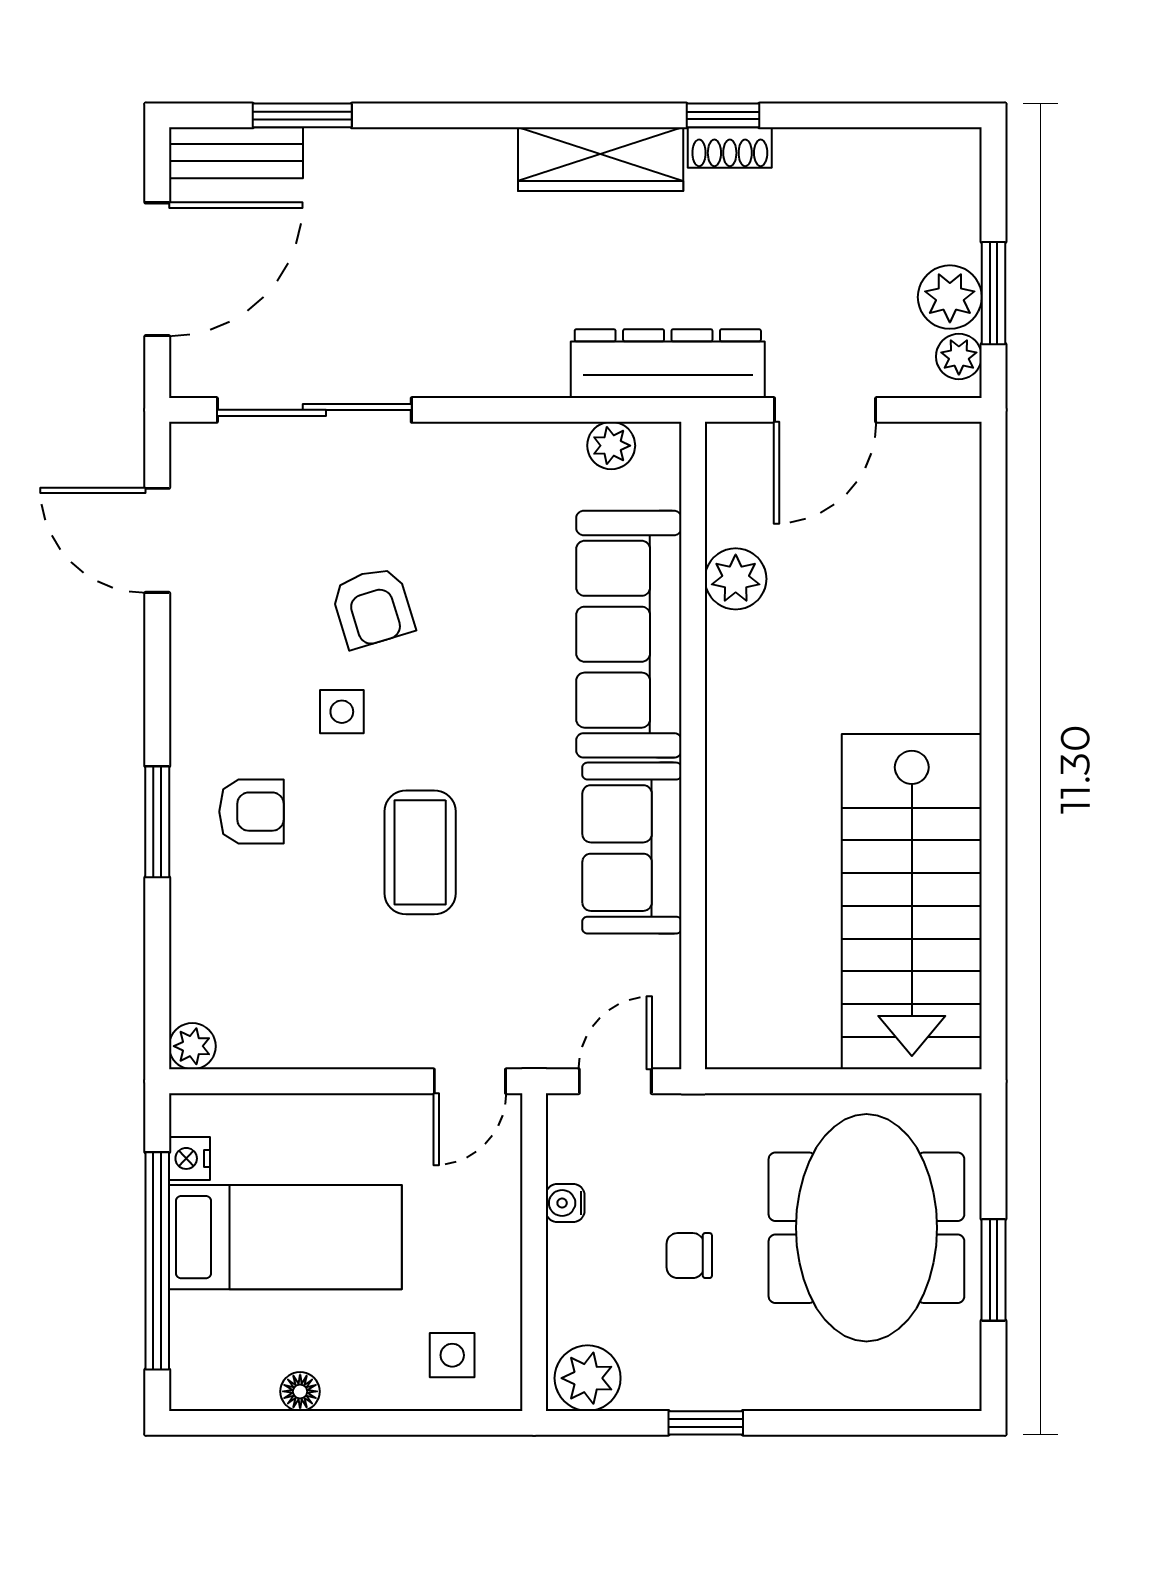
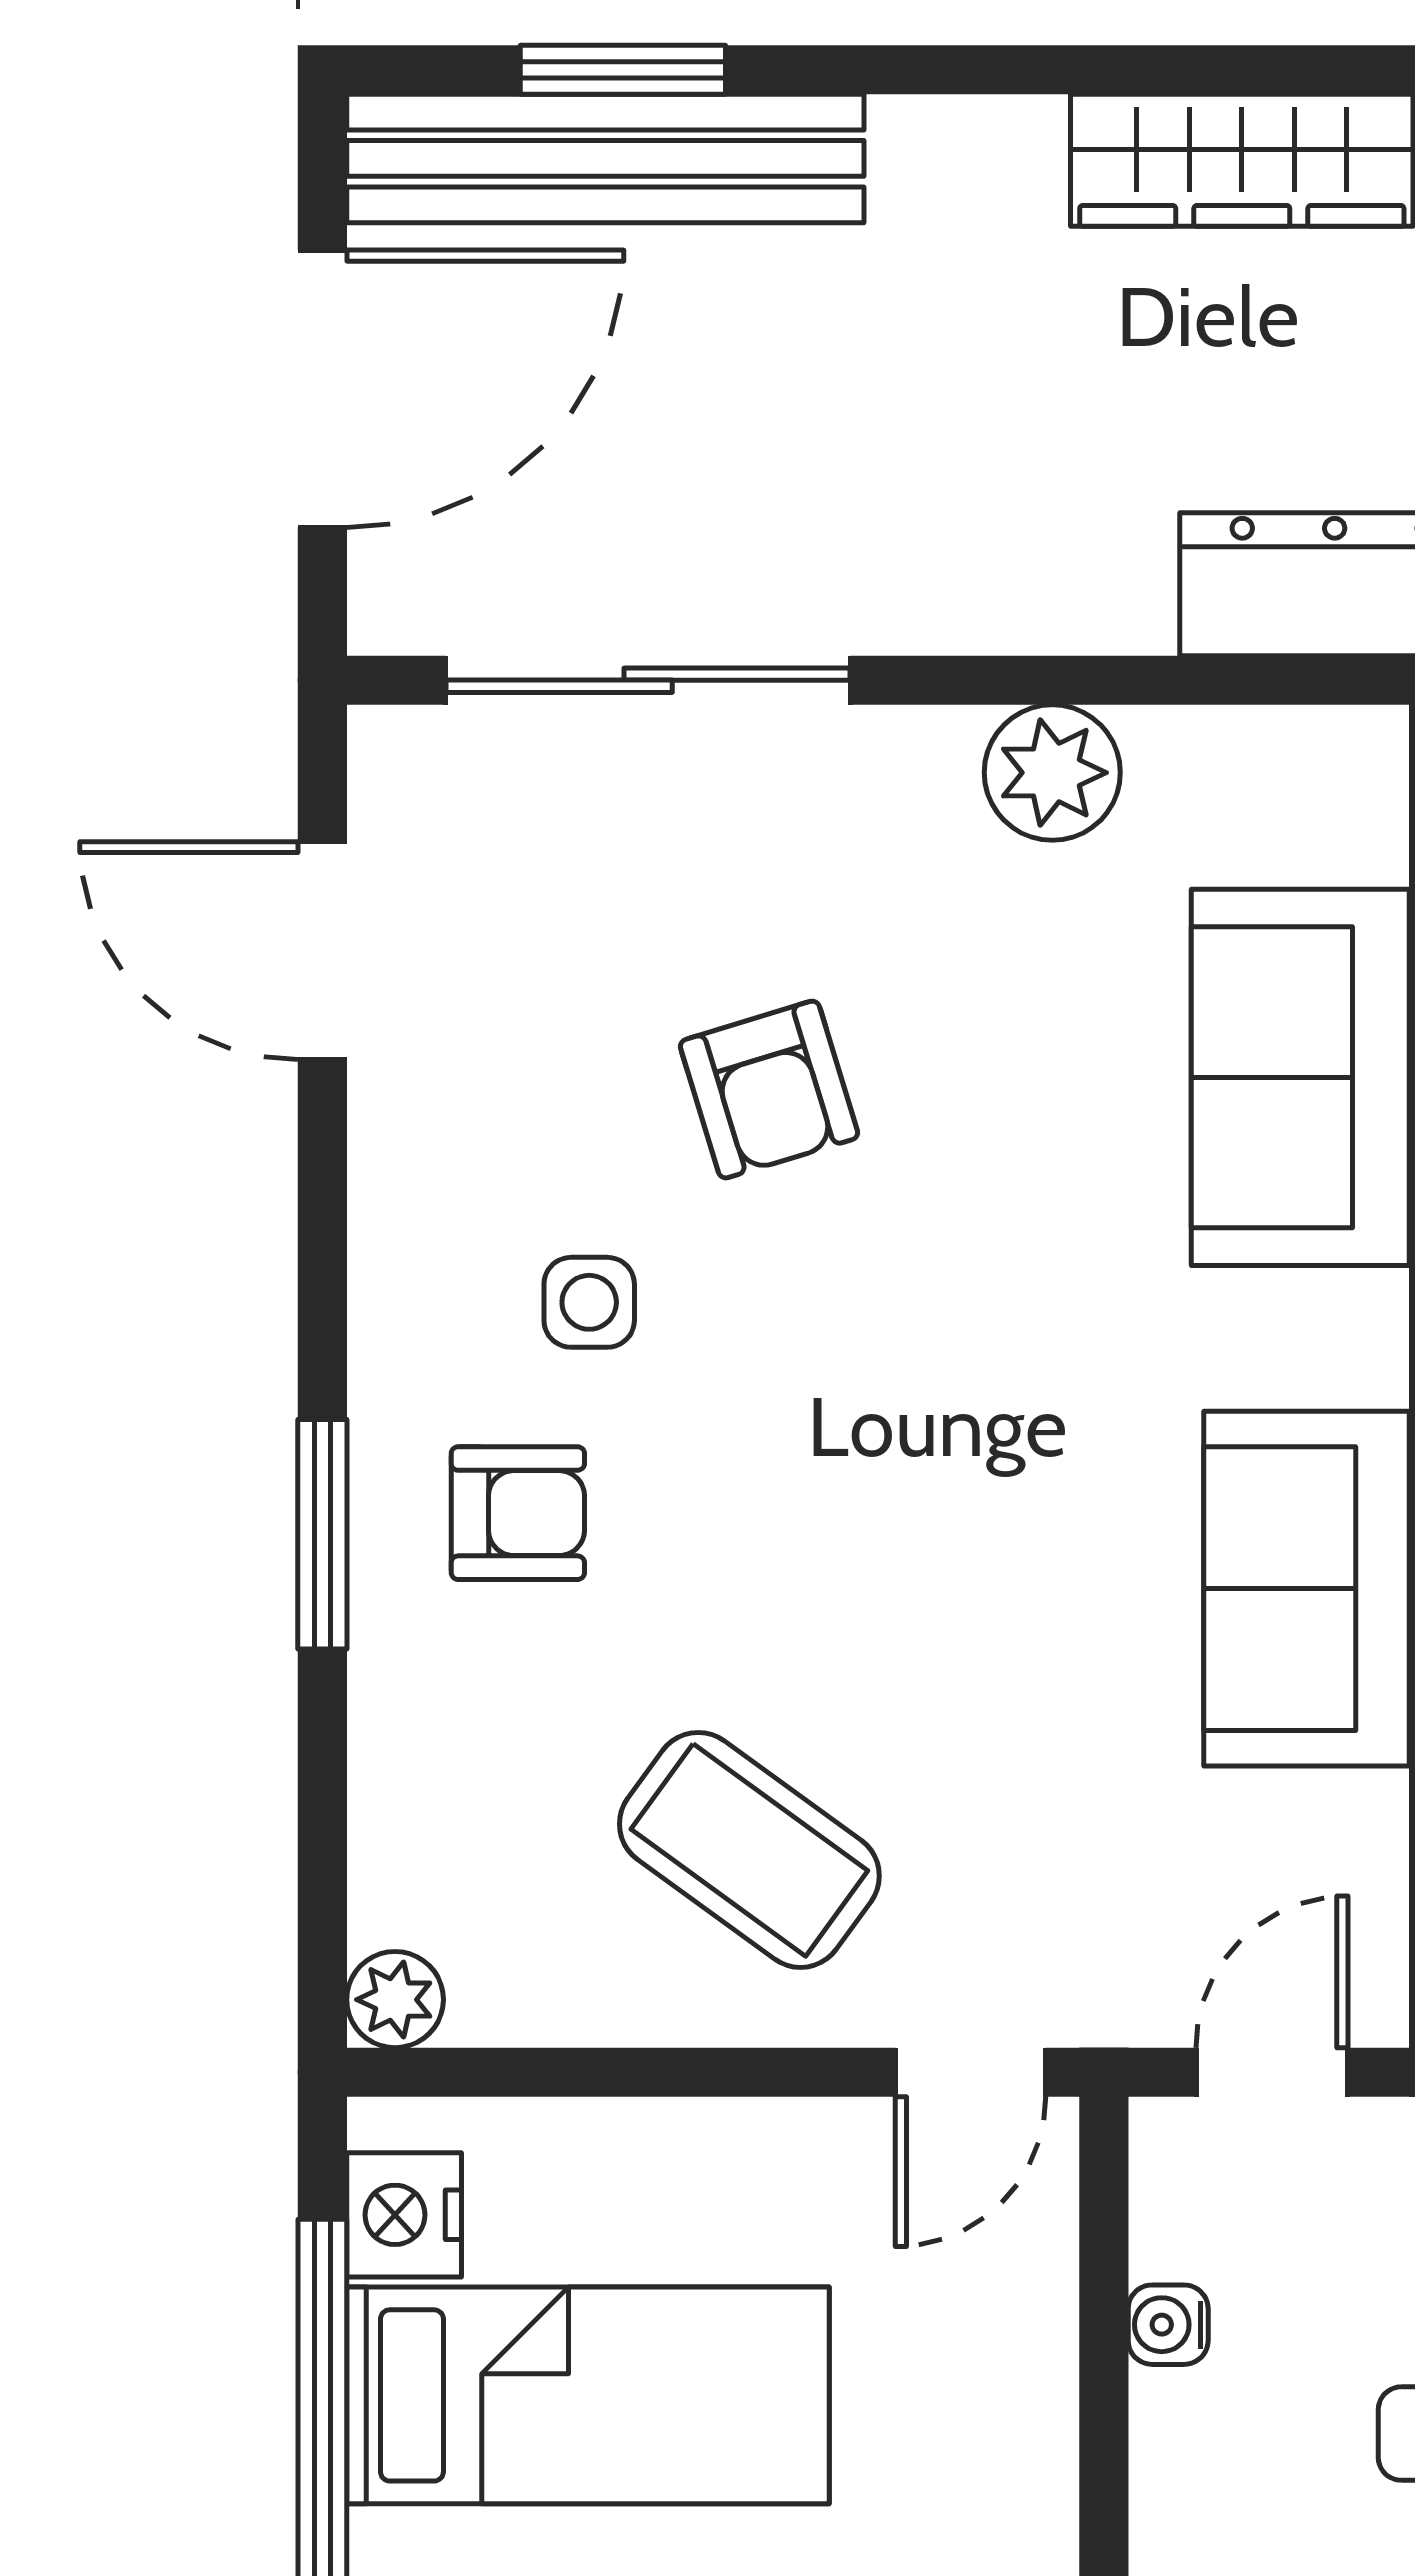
bench: (236, 153) -> (605, 158), width x1.86, depth x1.21
plant: (611, 446) -> (1052, 773), moved, width x1.38, depth x1.38
sofa: (629, 634) -> (1300, 1077), width x0.73
side table: (342, 712) -> (589, 1302), moved
coffee table: (420, 852) -> (749, 1850), moved, turned -54
nightstand: (189, 1158) -> (404, 2215), width x1.39, depth x1.35

